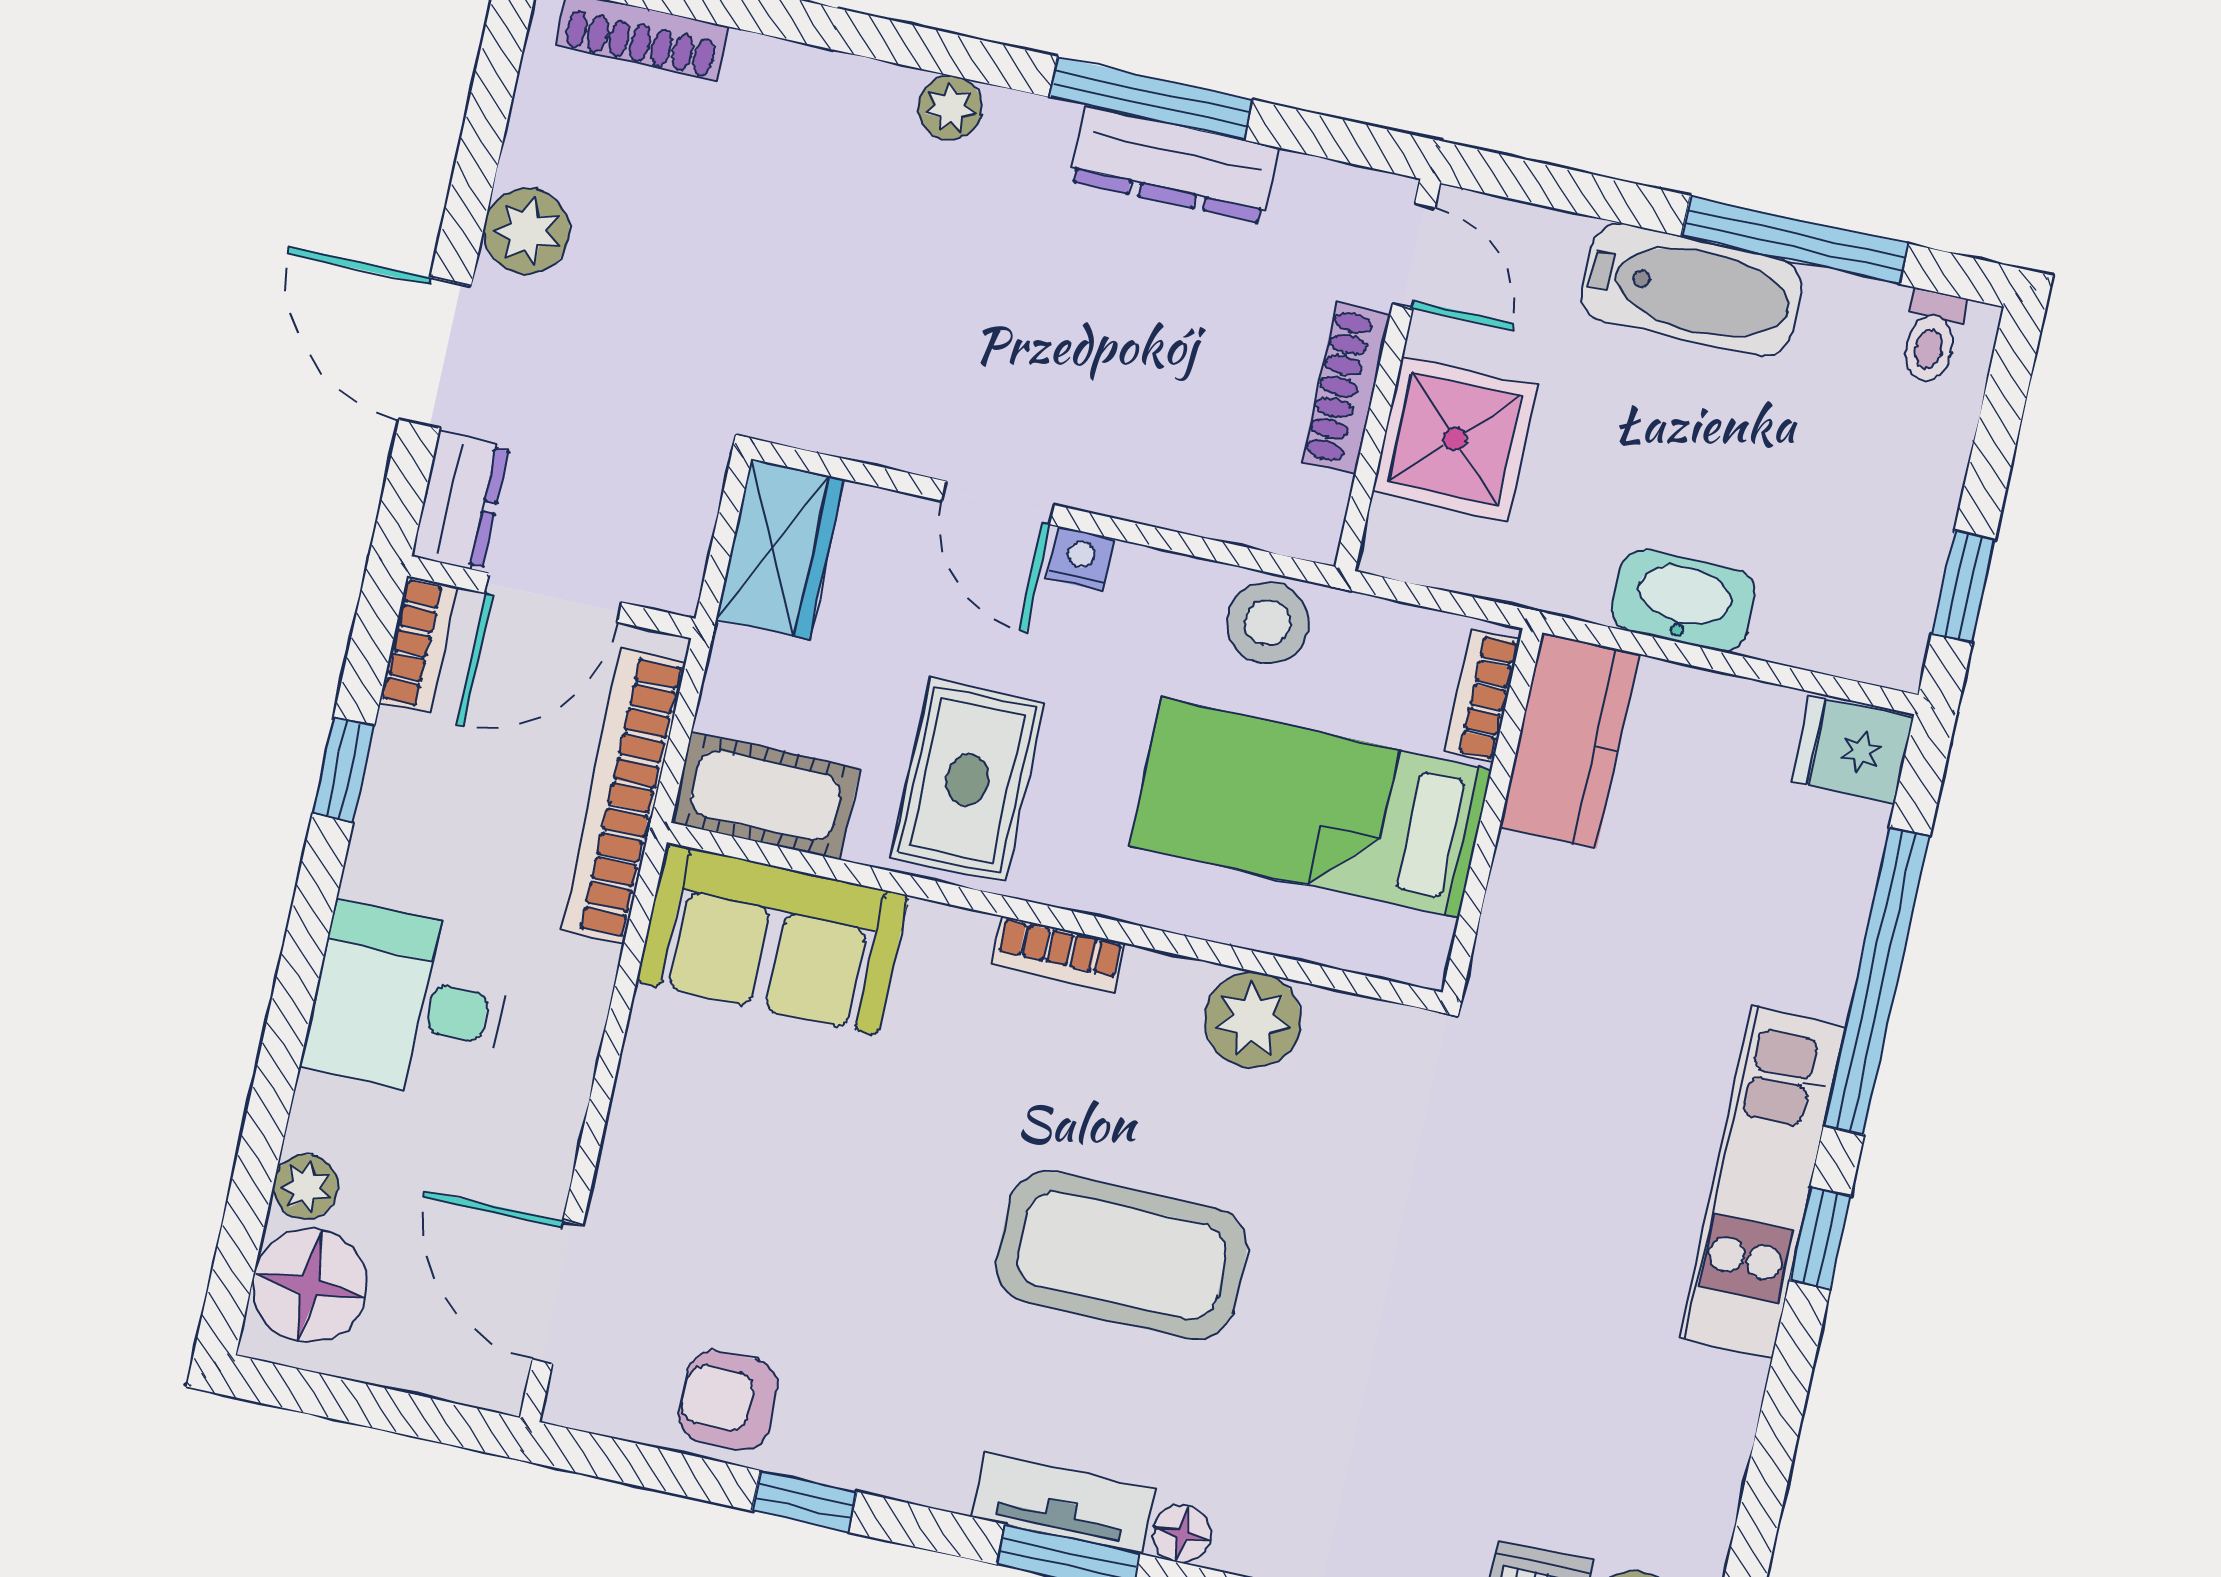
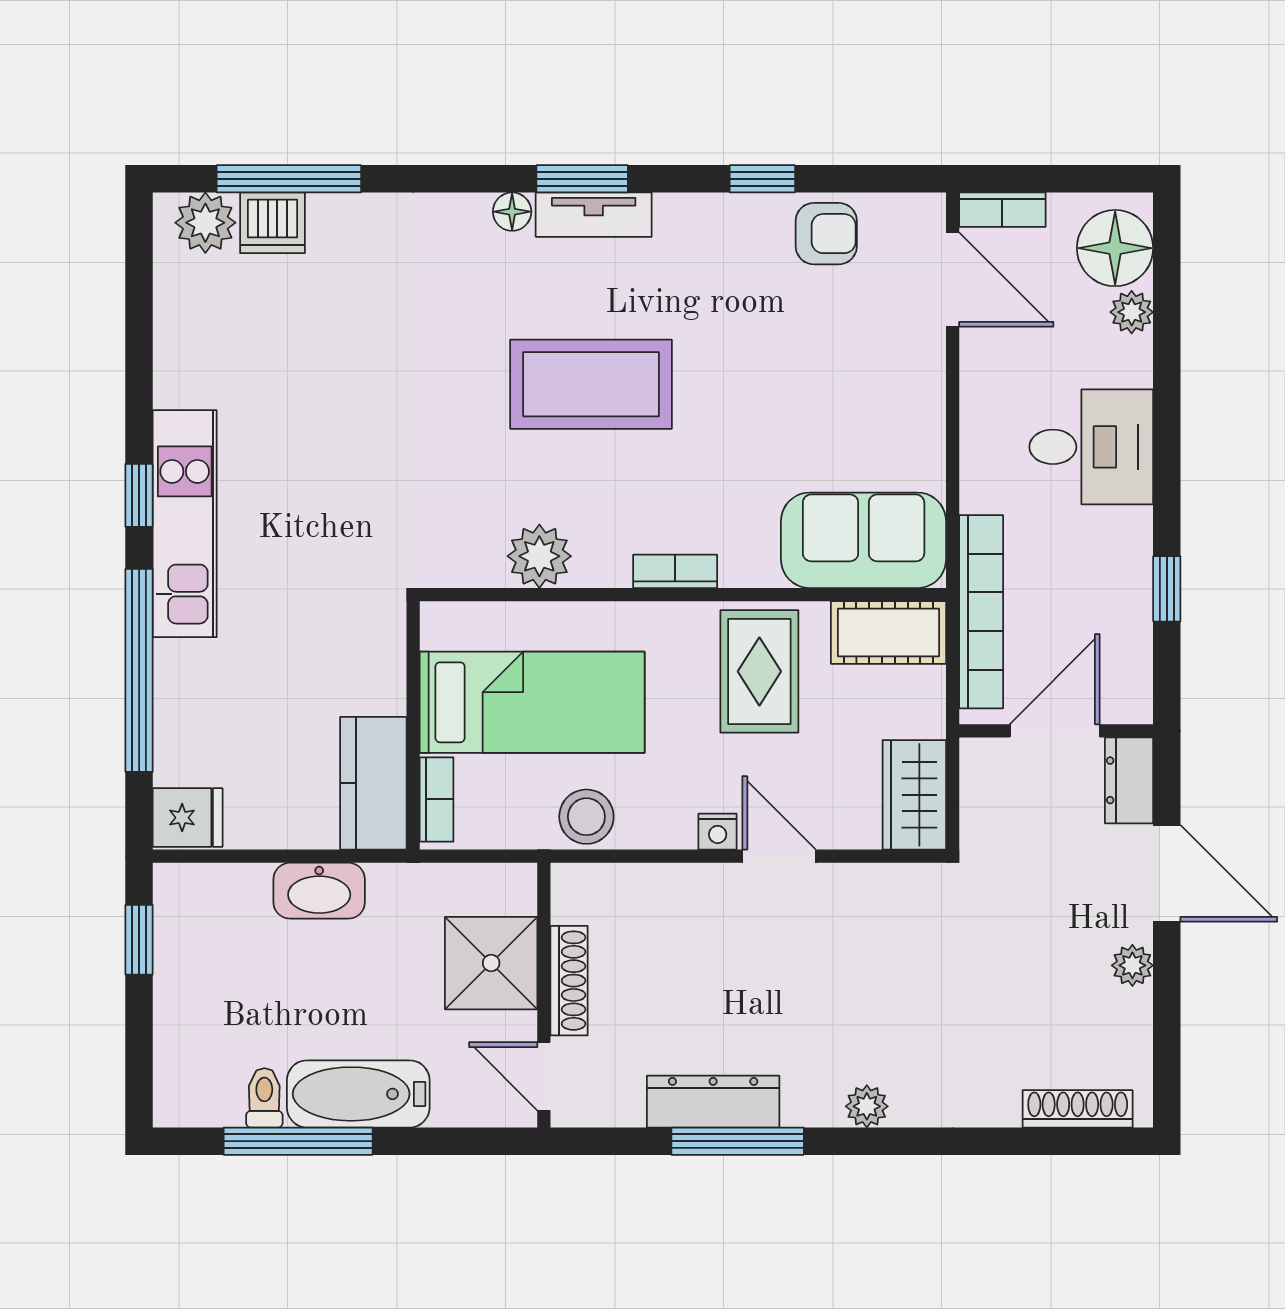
plant: (527, 231) -> (1132, 965), width x0.73, depth x0.73
toilet: (1931, 337) -> (264, 1098), moved
bookcase: (418, 644) -> (1002, 210), moved, turned -90

